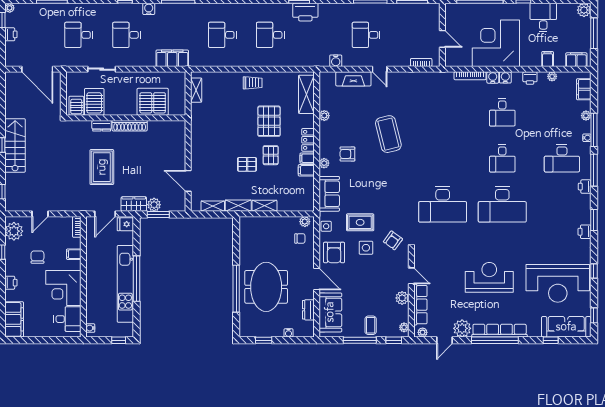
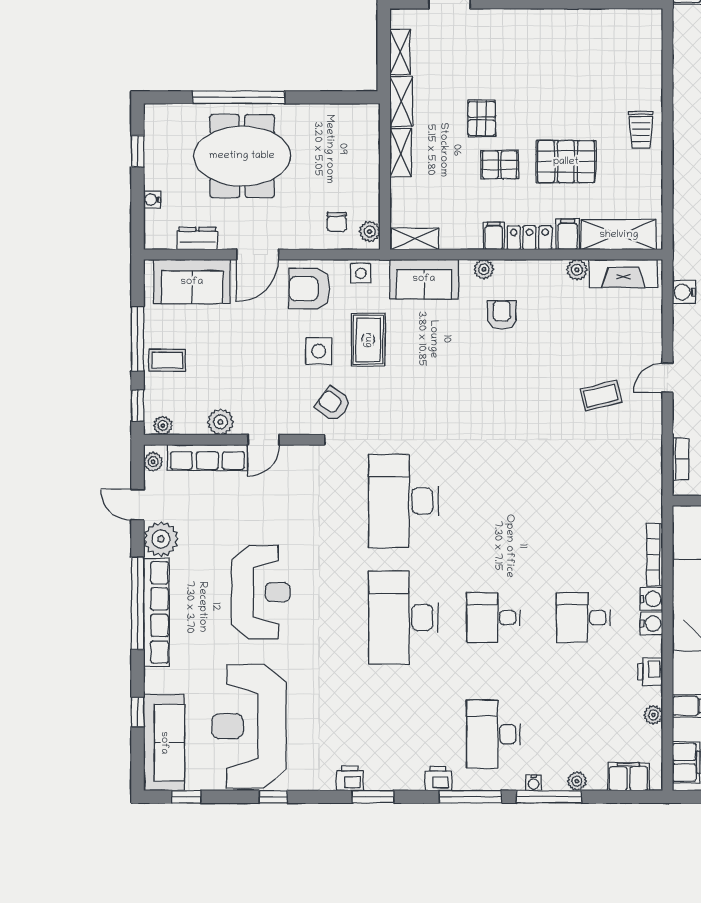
fireplace: (353, 79) -> (623, 273), moved, turned -90
shelving: (196, 90) -> (415, 239), moved
coffee table: (388, 134) -> (601, 396), moved, width x0.54, depth x0.58
filing cabinet: (306, 170) -> (568, 234), moved

